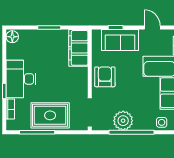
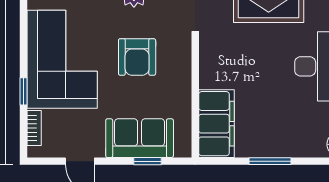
armchair: (105, 77) -> (137, 57), moved

